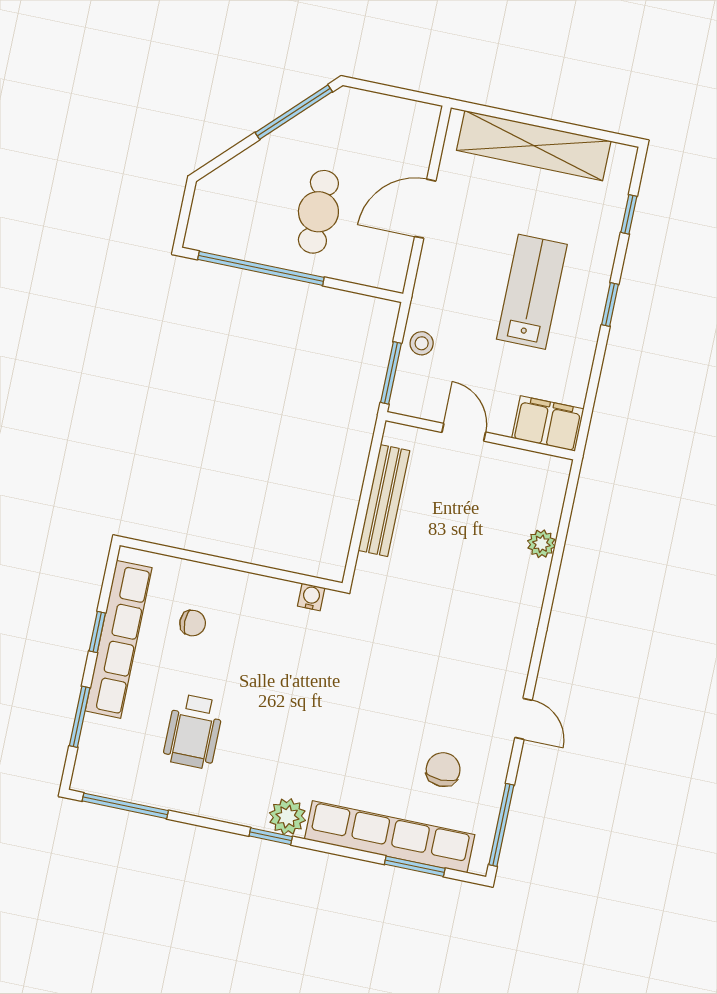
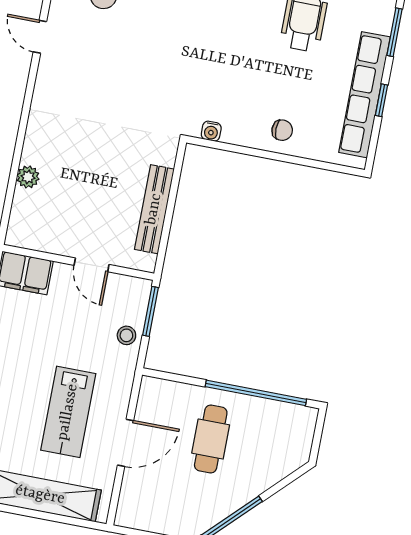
lab bench: (532, 292) -> (68, 412), moved
chair: (193, 623) -> (282, 130), moved, turned 180

